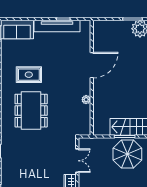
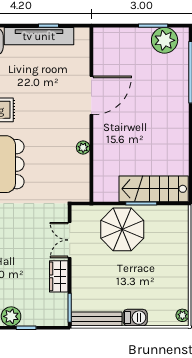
parasol: (127, 154) -> (122, 229), moved
double door: (77, 161) -> (70, 240), swing flipped

